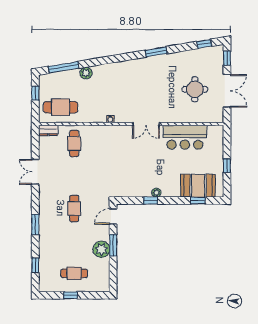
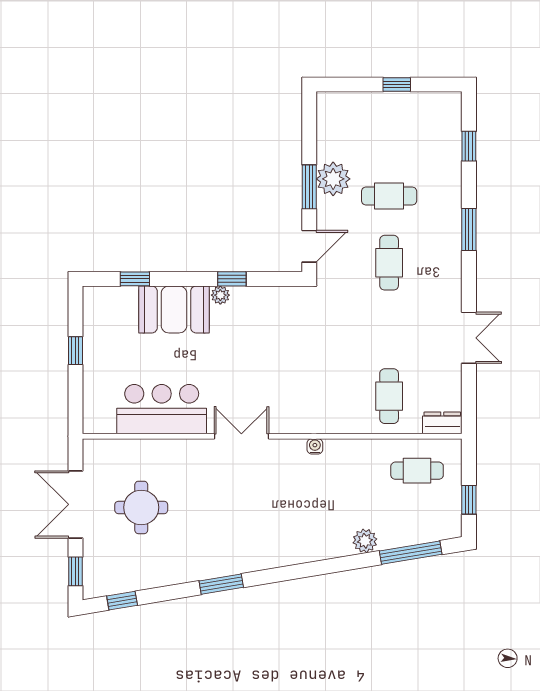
cafe table: (61, 107) -> (417, 471), width x0.73, depth x0.74
booth: (198, 186) -> (174, 309), moved
cafe table: (74, 273) -> (389, 196), moved

